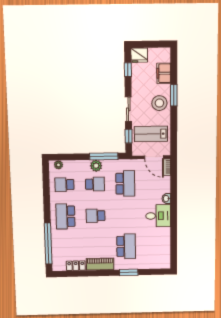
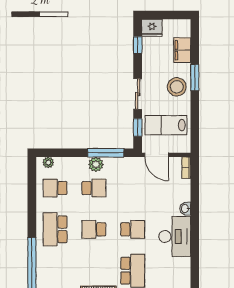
door: (154, 157) -> (157, 155), moved
school desk: (125, 184) -> (133, 229), moved, width x0.54
desk: (158, 216) -> (175, 237), width x1.37

